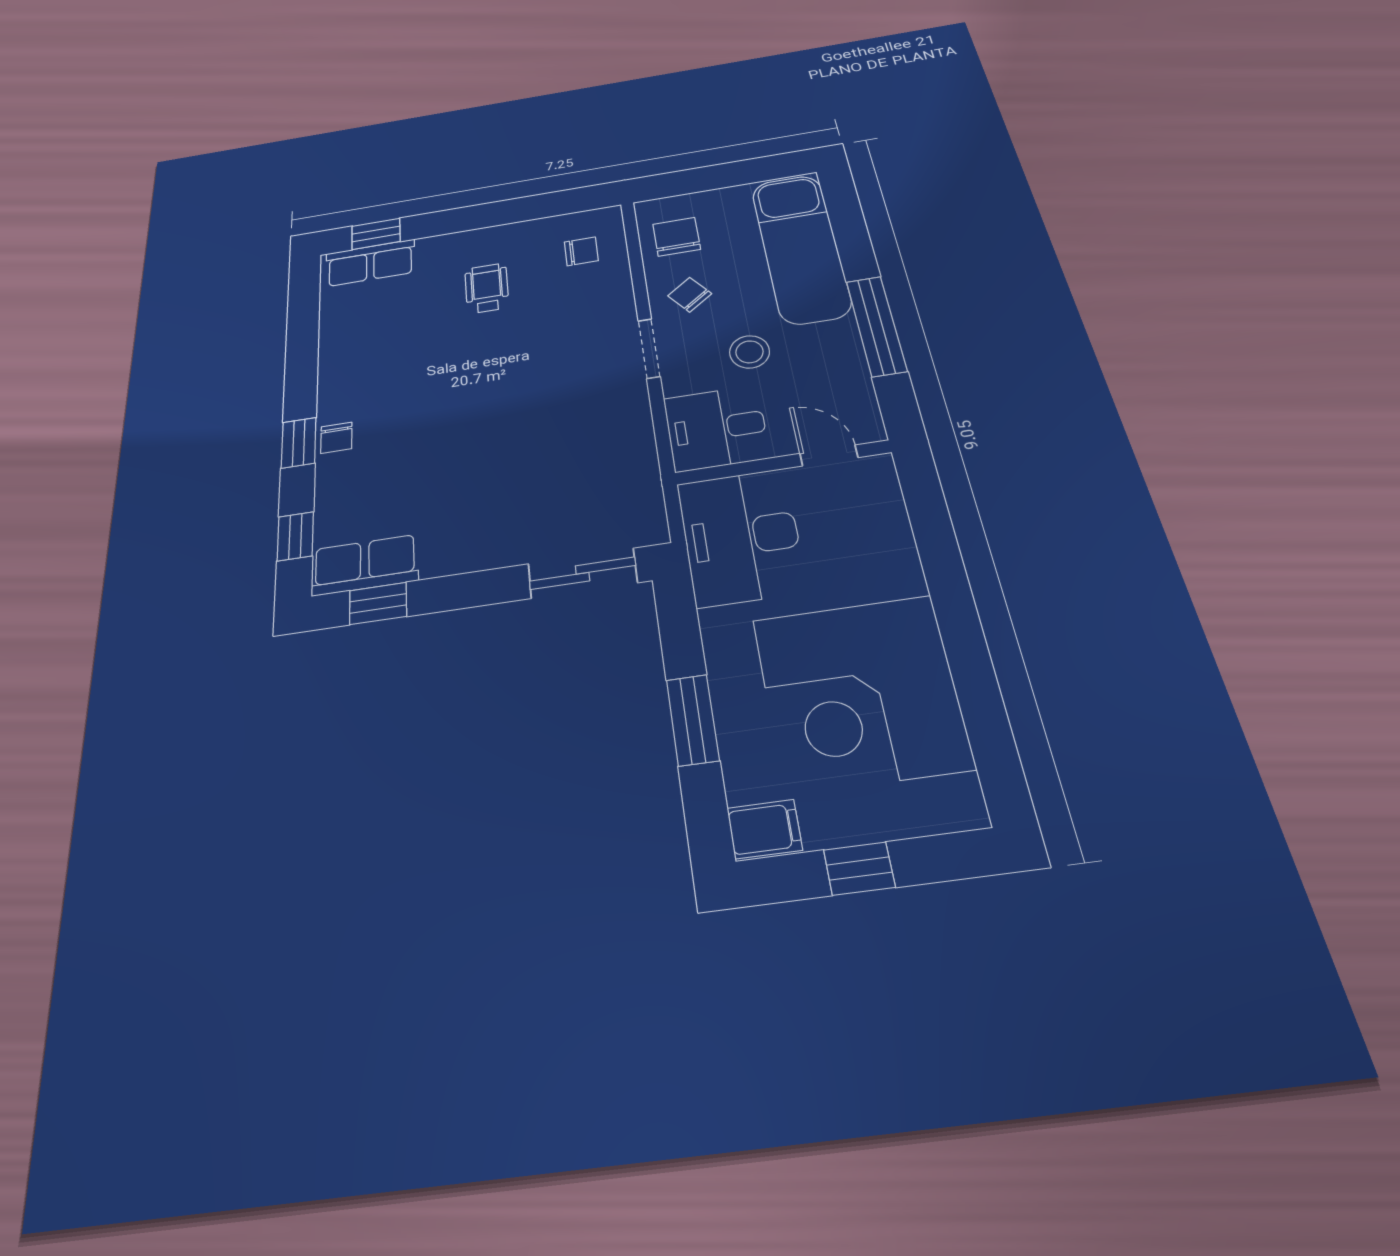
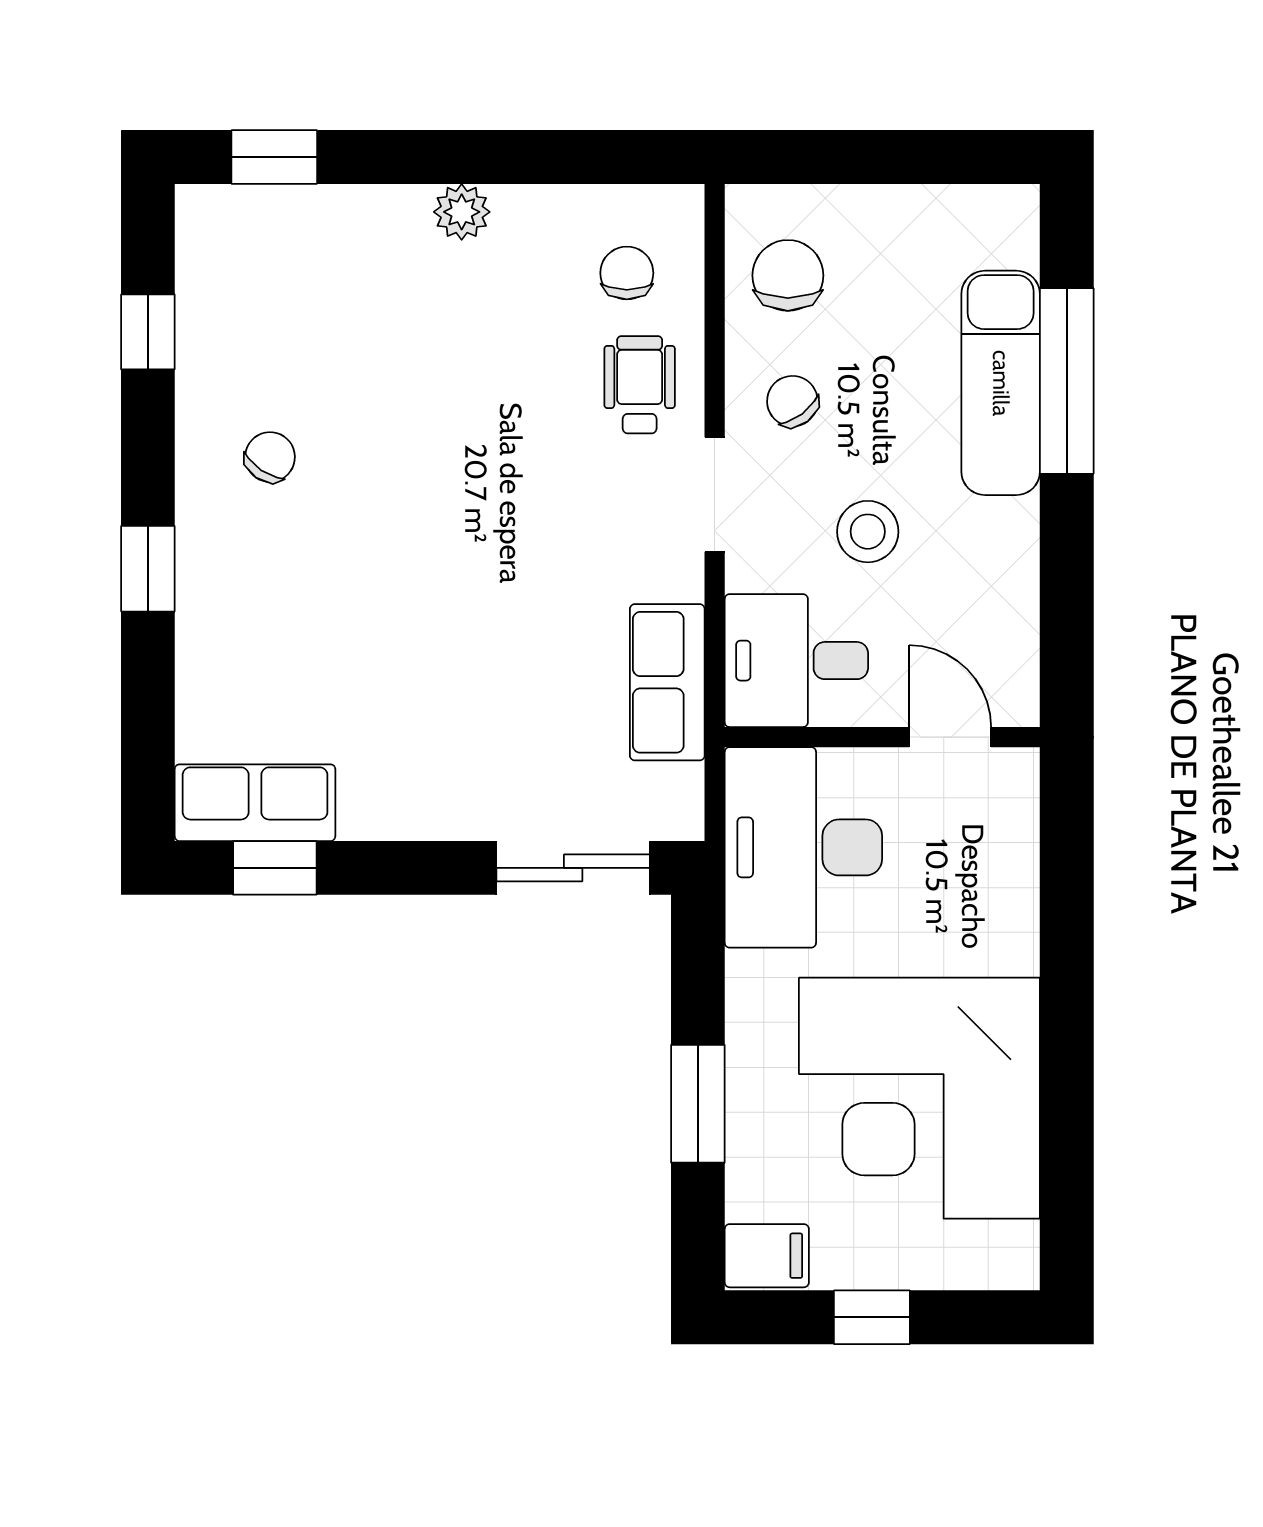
plant: (483, 240) -> (462, 212), added
exam couch: (801, 248) -> (1001, 383), width x0.73, depth x0.69
chair: (581, 251) -> (627, 273), turned -90
row of seats: (370, 263) -> (667, 682), moved, turned 90
wheelchair: (487, 288) -> (640, 385), moved
window: (876, 326) -> (1067, 381), moved
chair: (336, 438) -> (270, 457), moved, turned -146
window: (295, 536) -> (148, 332), moved

